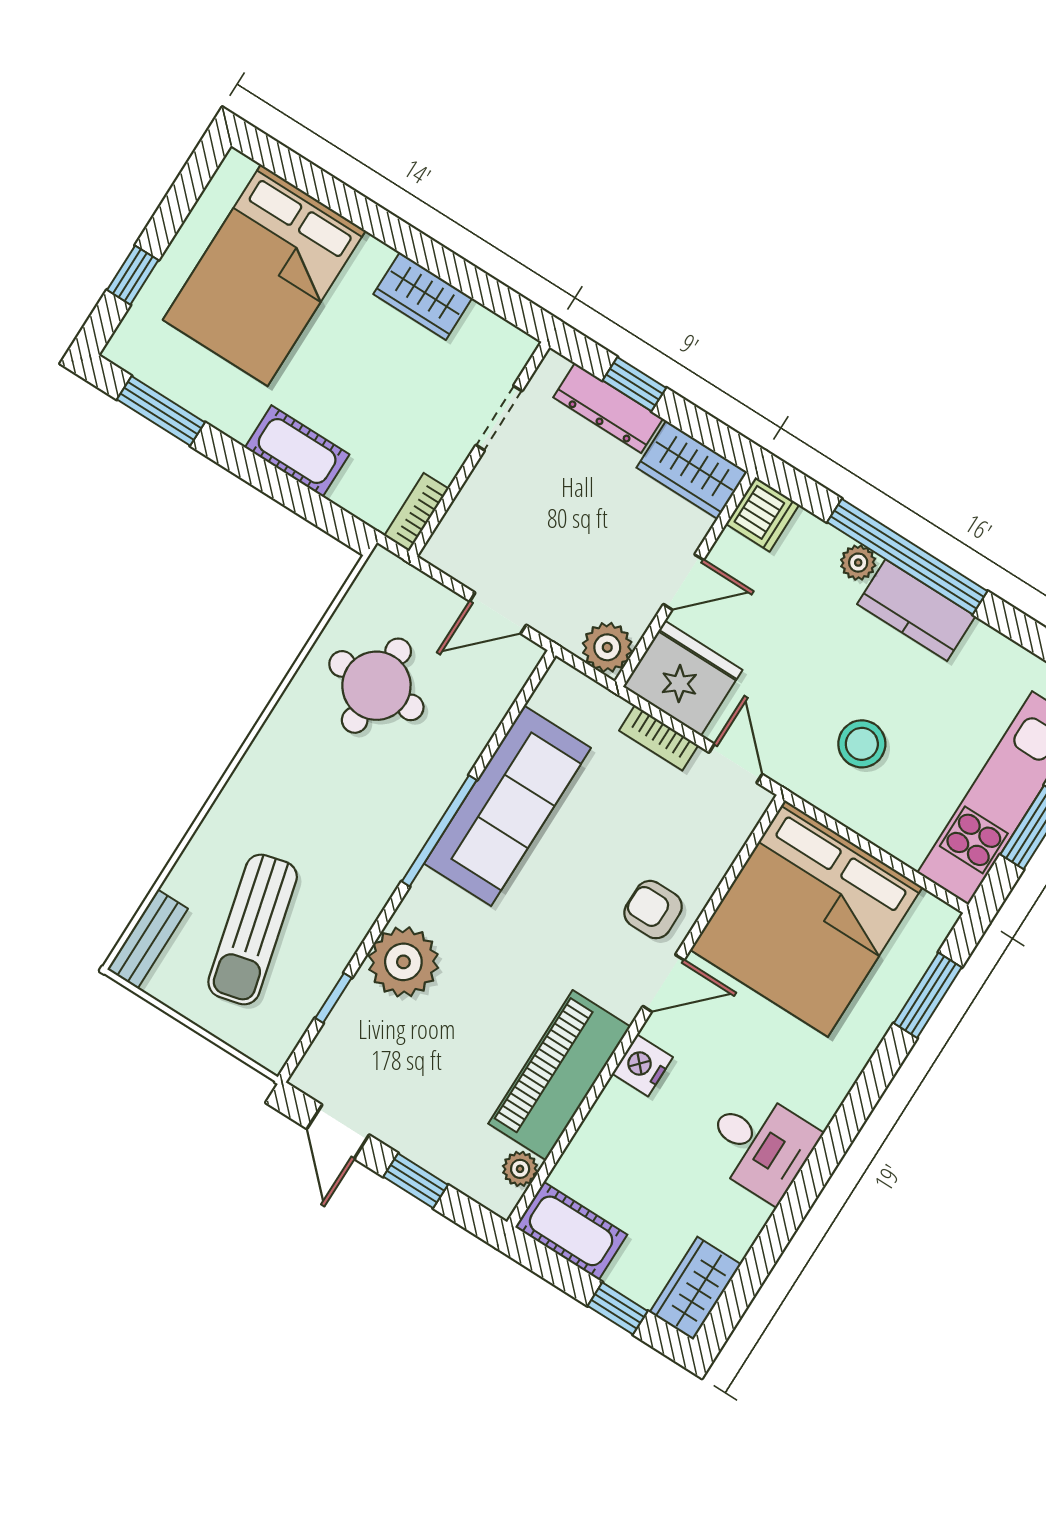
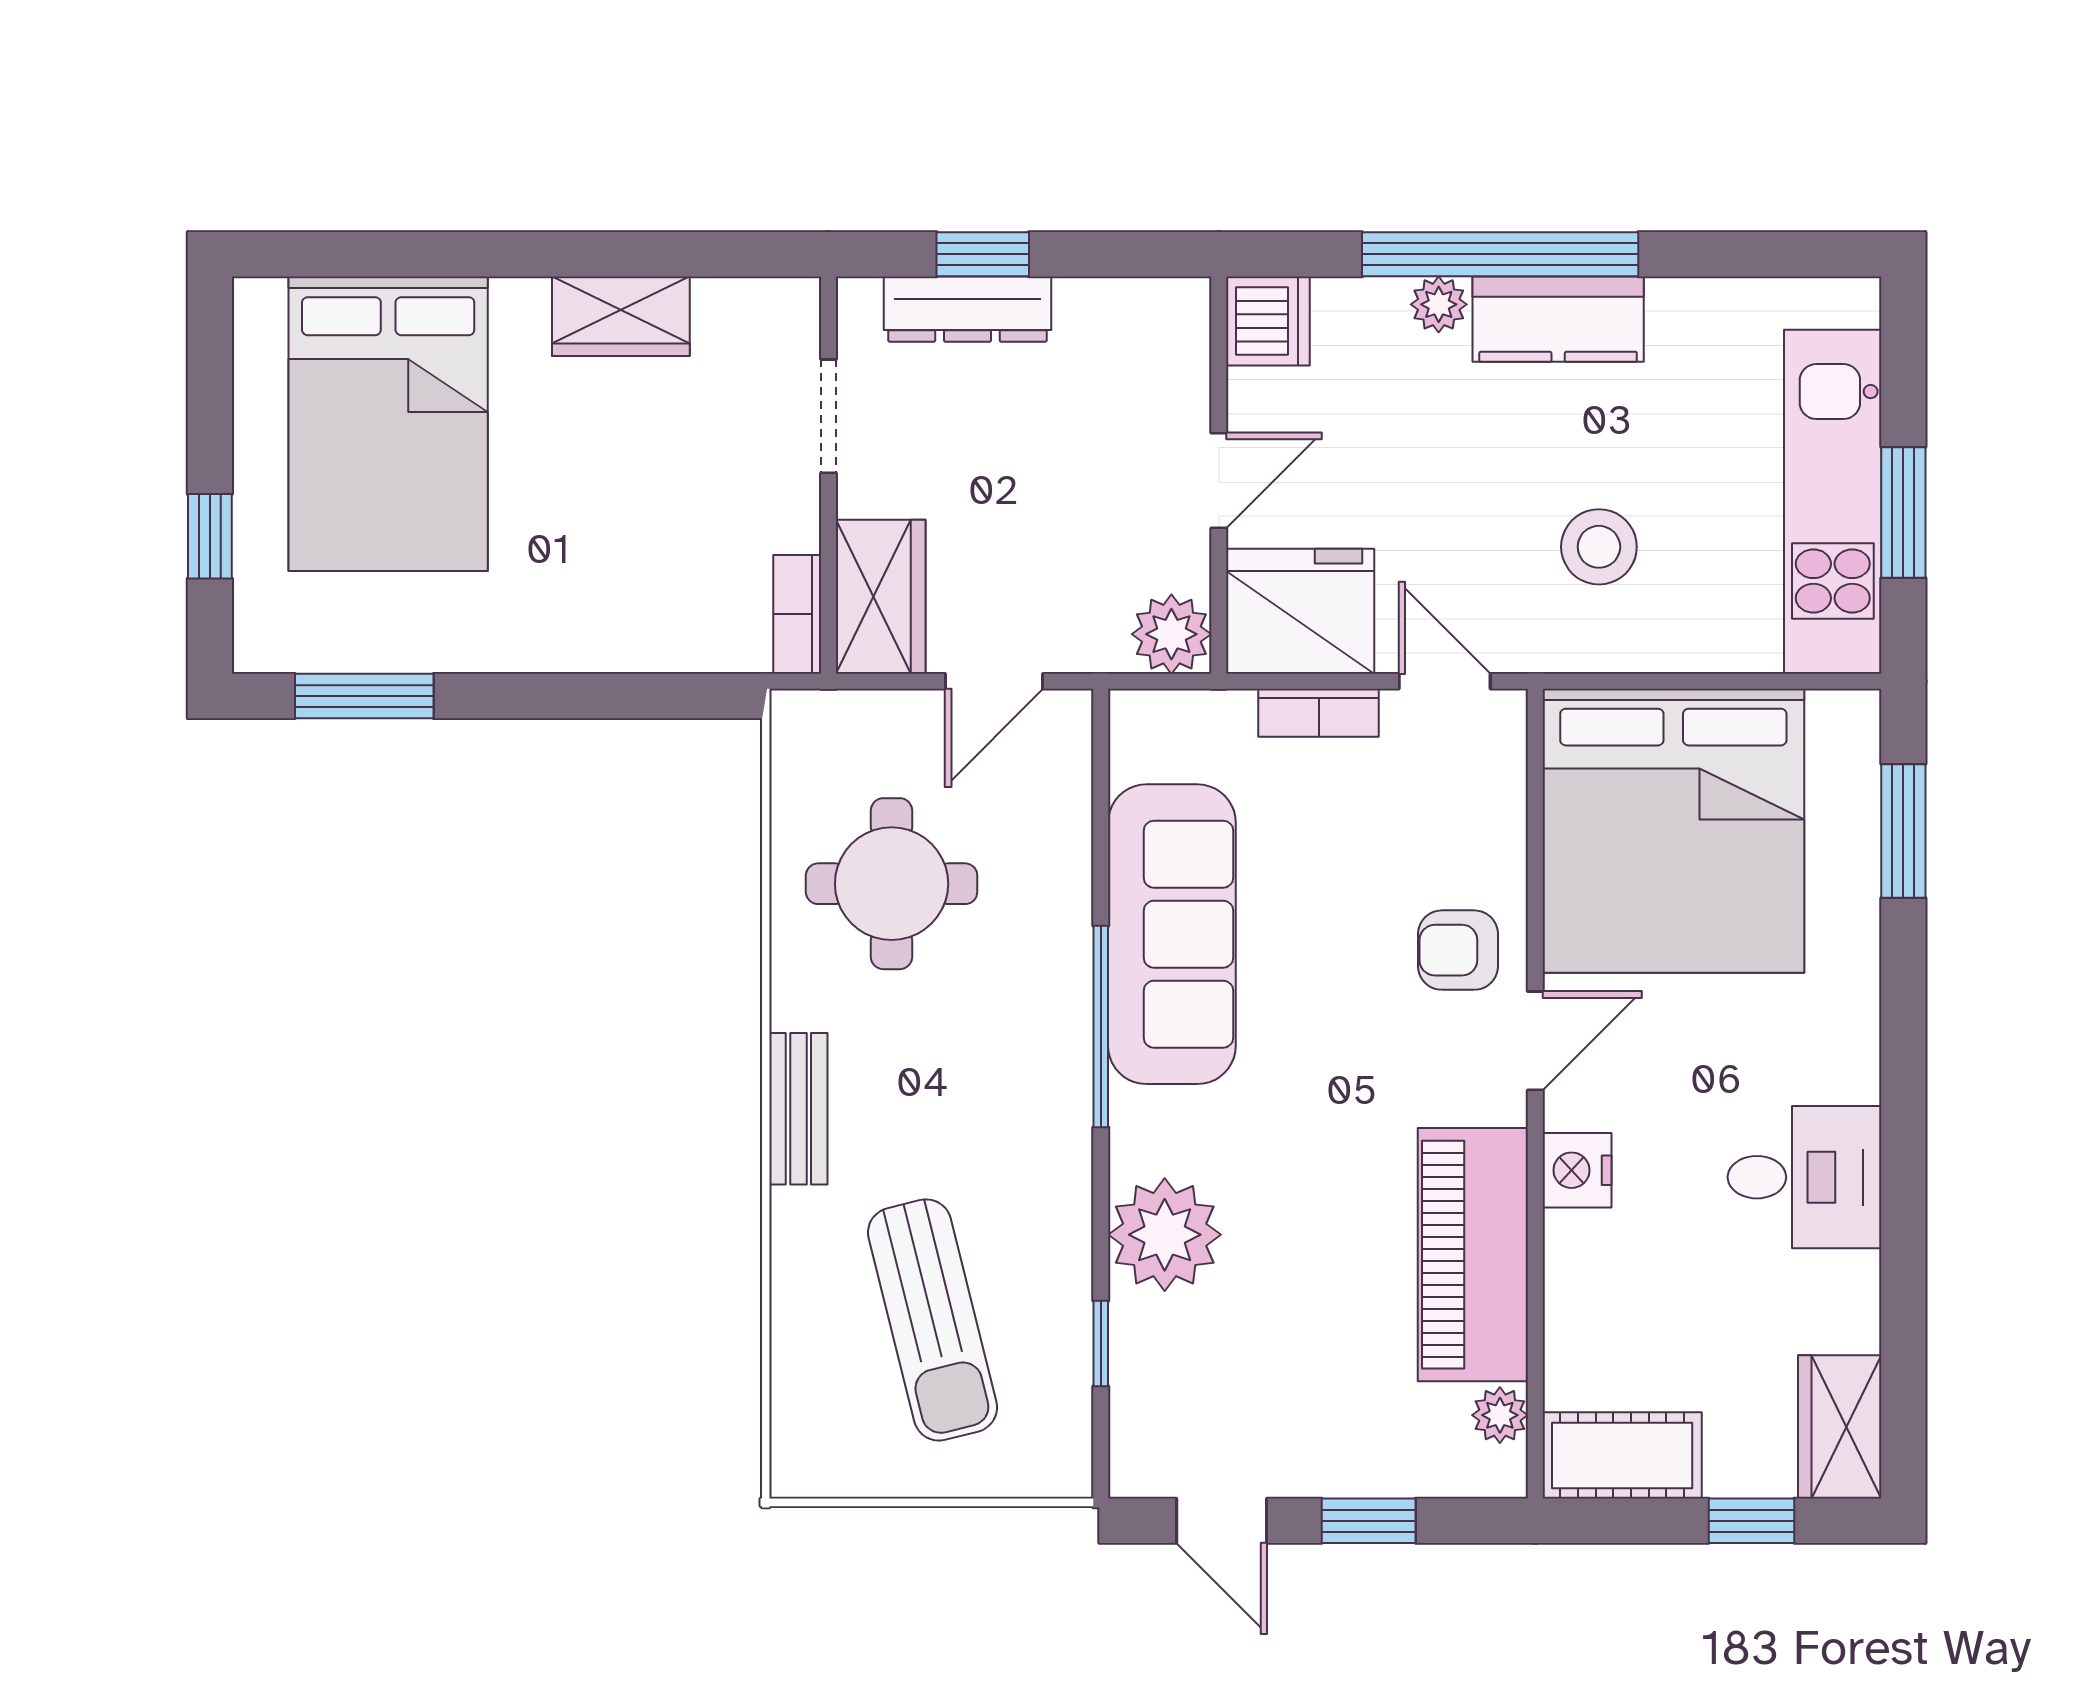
cot: (297, 451) -> (583, 634), removed
wardrobe: (692, 470) -> (881, 597), moved, turned -90
bench: (148, 939) -> (798, 1109), moved

